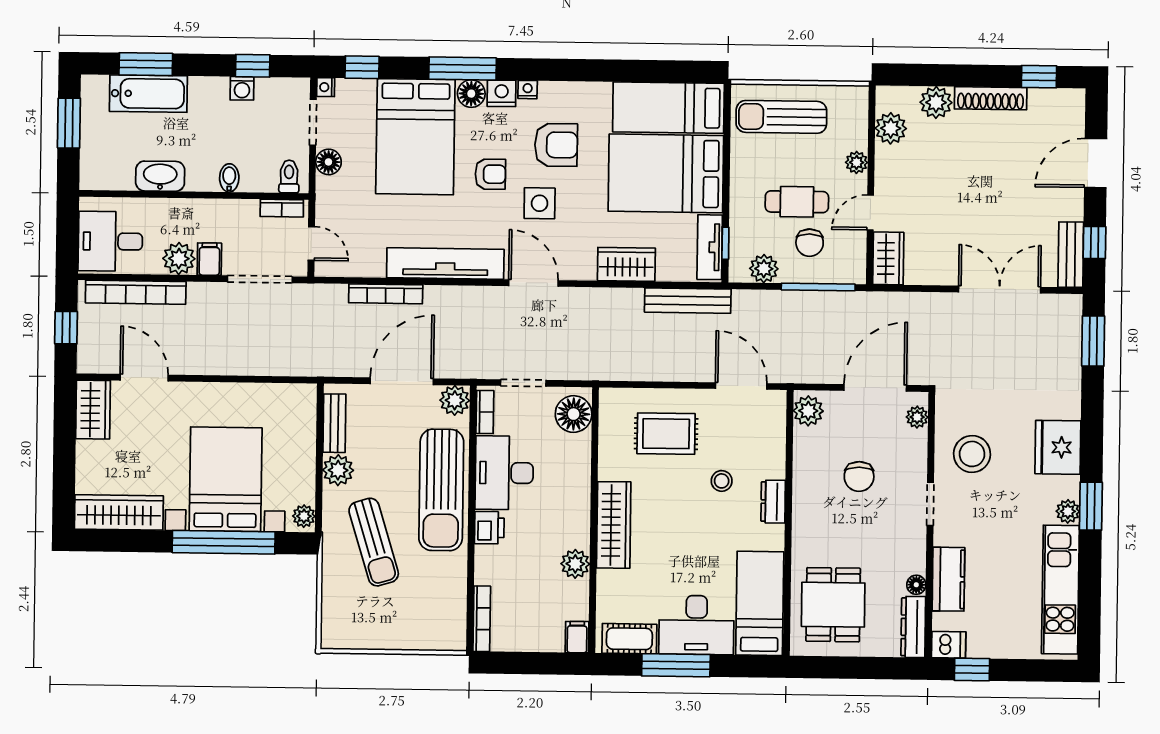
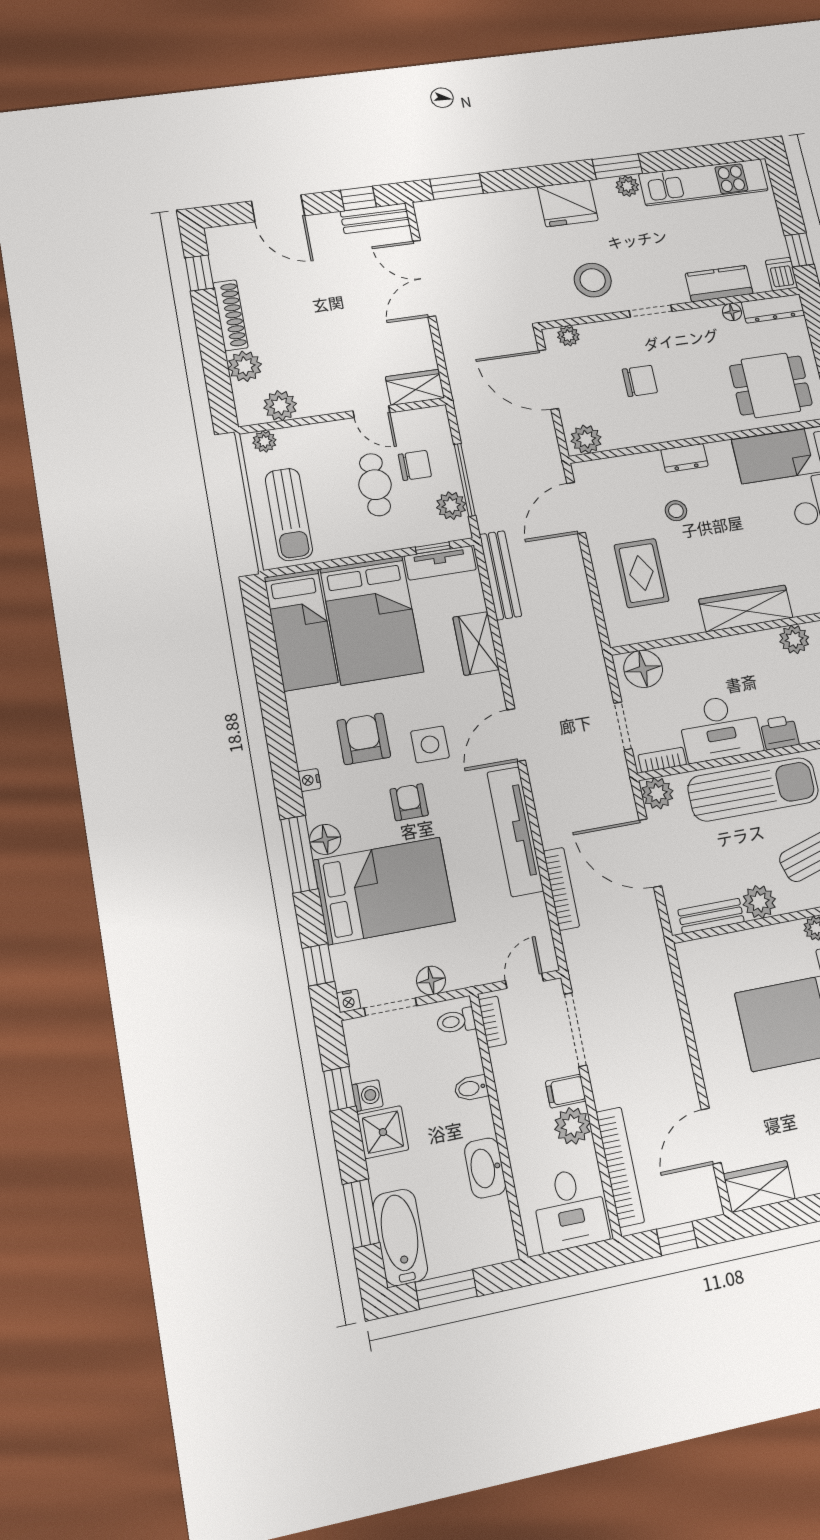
nightstand: (502, 93) -> (319, 807), removed
bathtub: (148, 94) -> (400, 1237), moved
shower: (209, 95) -> (383, 1132), added
plant: (857, 162) -> (264, 441), moved
window: (818, 287) -> (465, 480), moved

